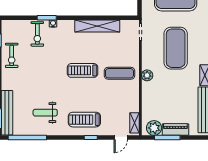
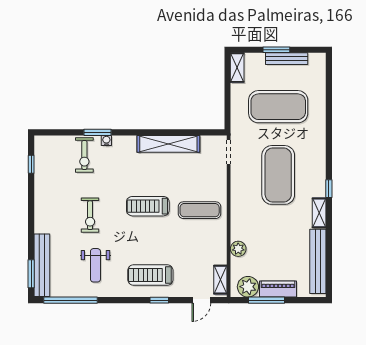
exercise bike: (12, 55) -> (90, 215), moved
plant: (147, 75) -> (238, 249), moved
weight bench: (45, 113) -> (95, 265), turned -90

